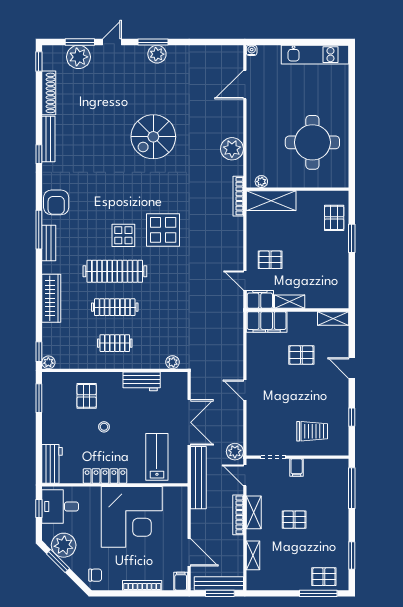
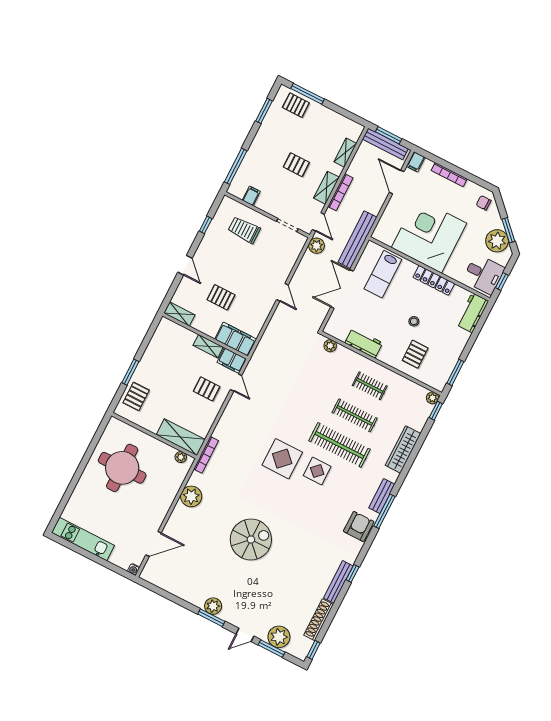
filing cabinet: (297, 467) -> (251, 196), moved

